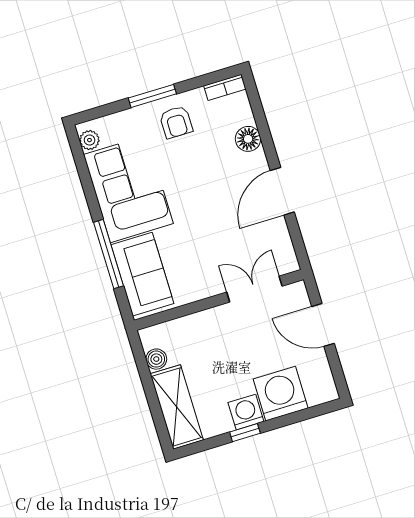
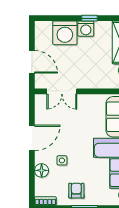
side table: (217, 167) -> (62, 160), added

